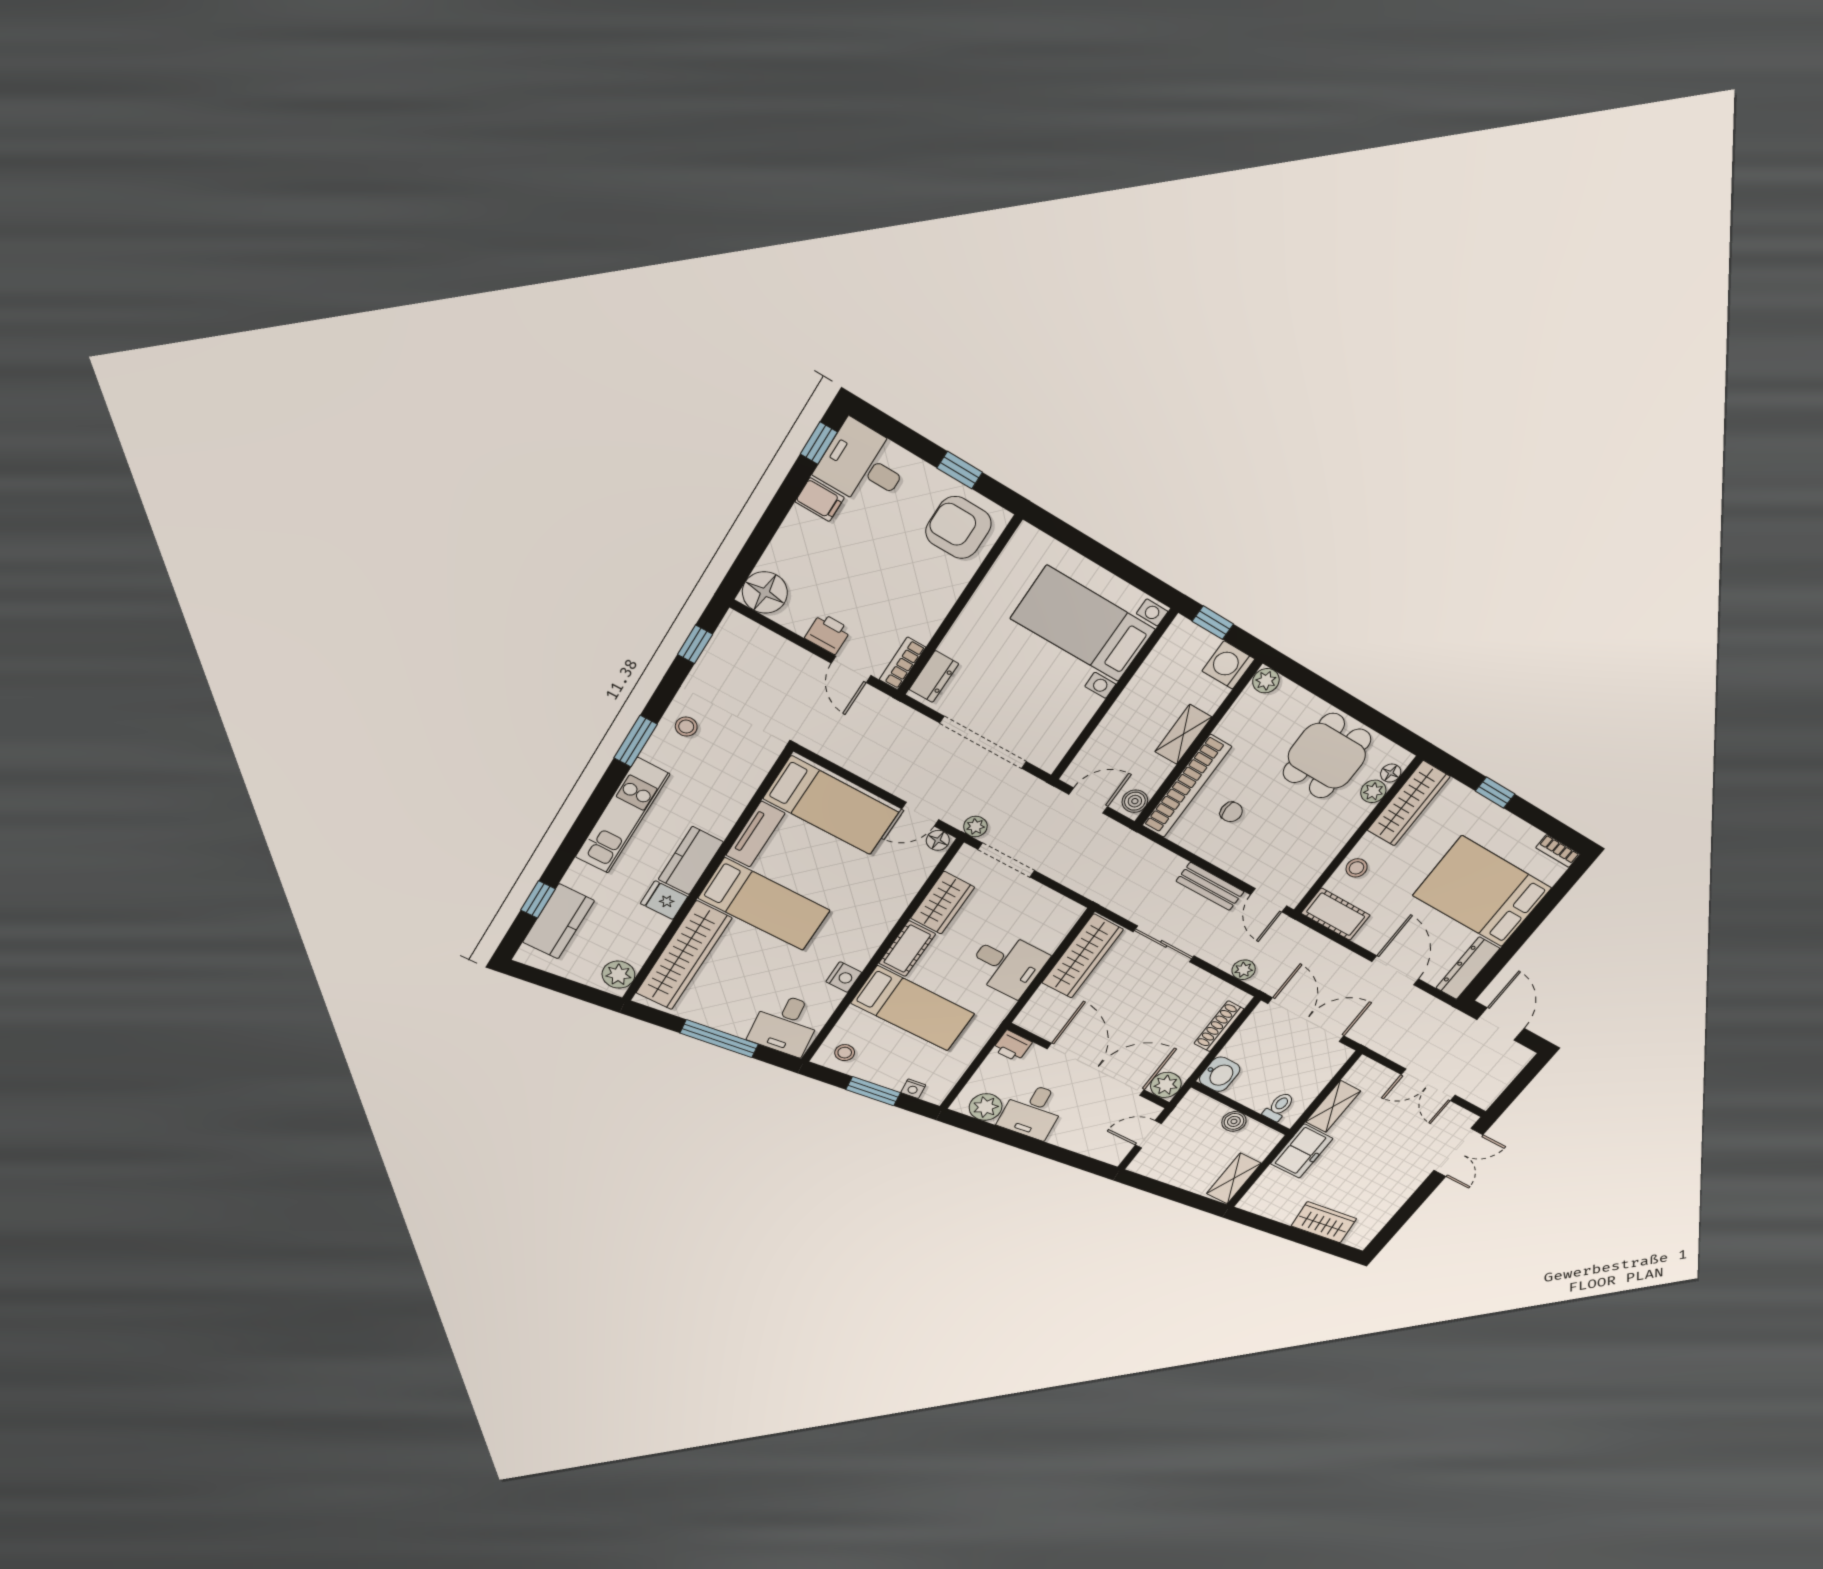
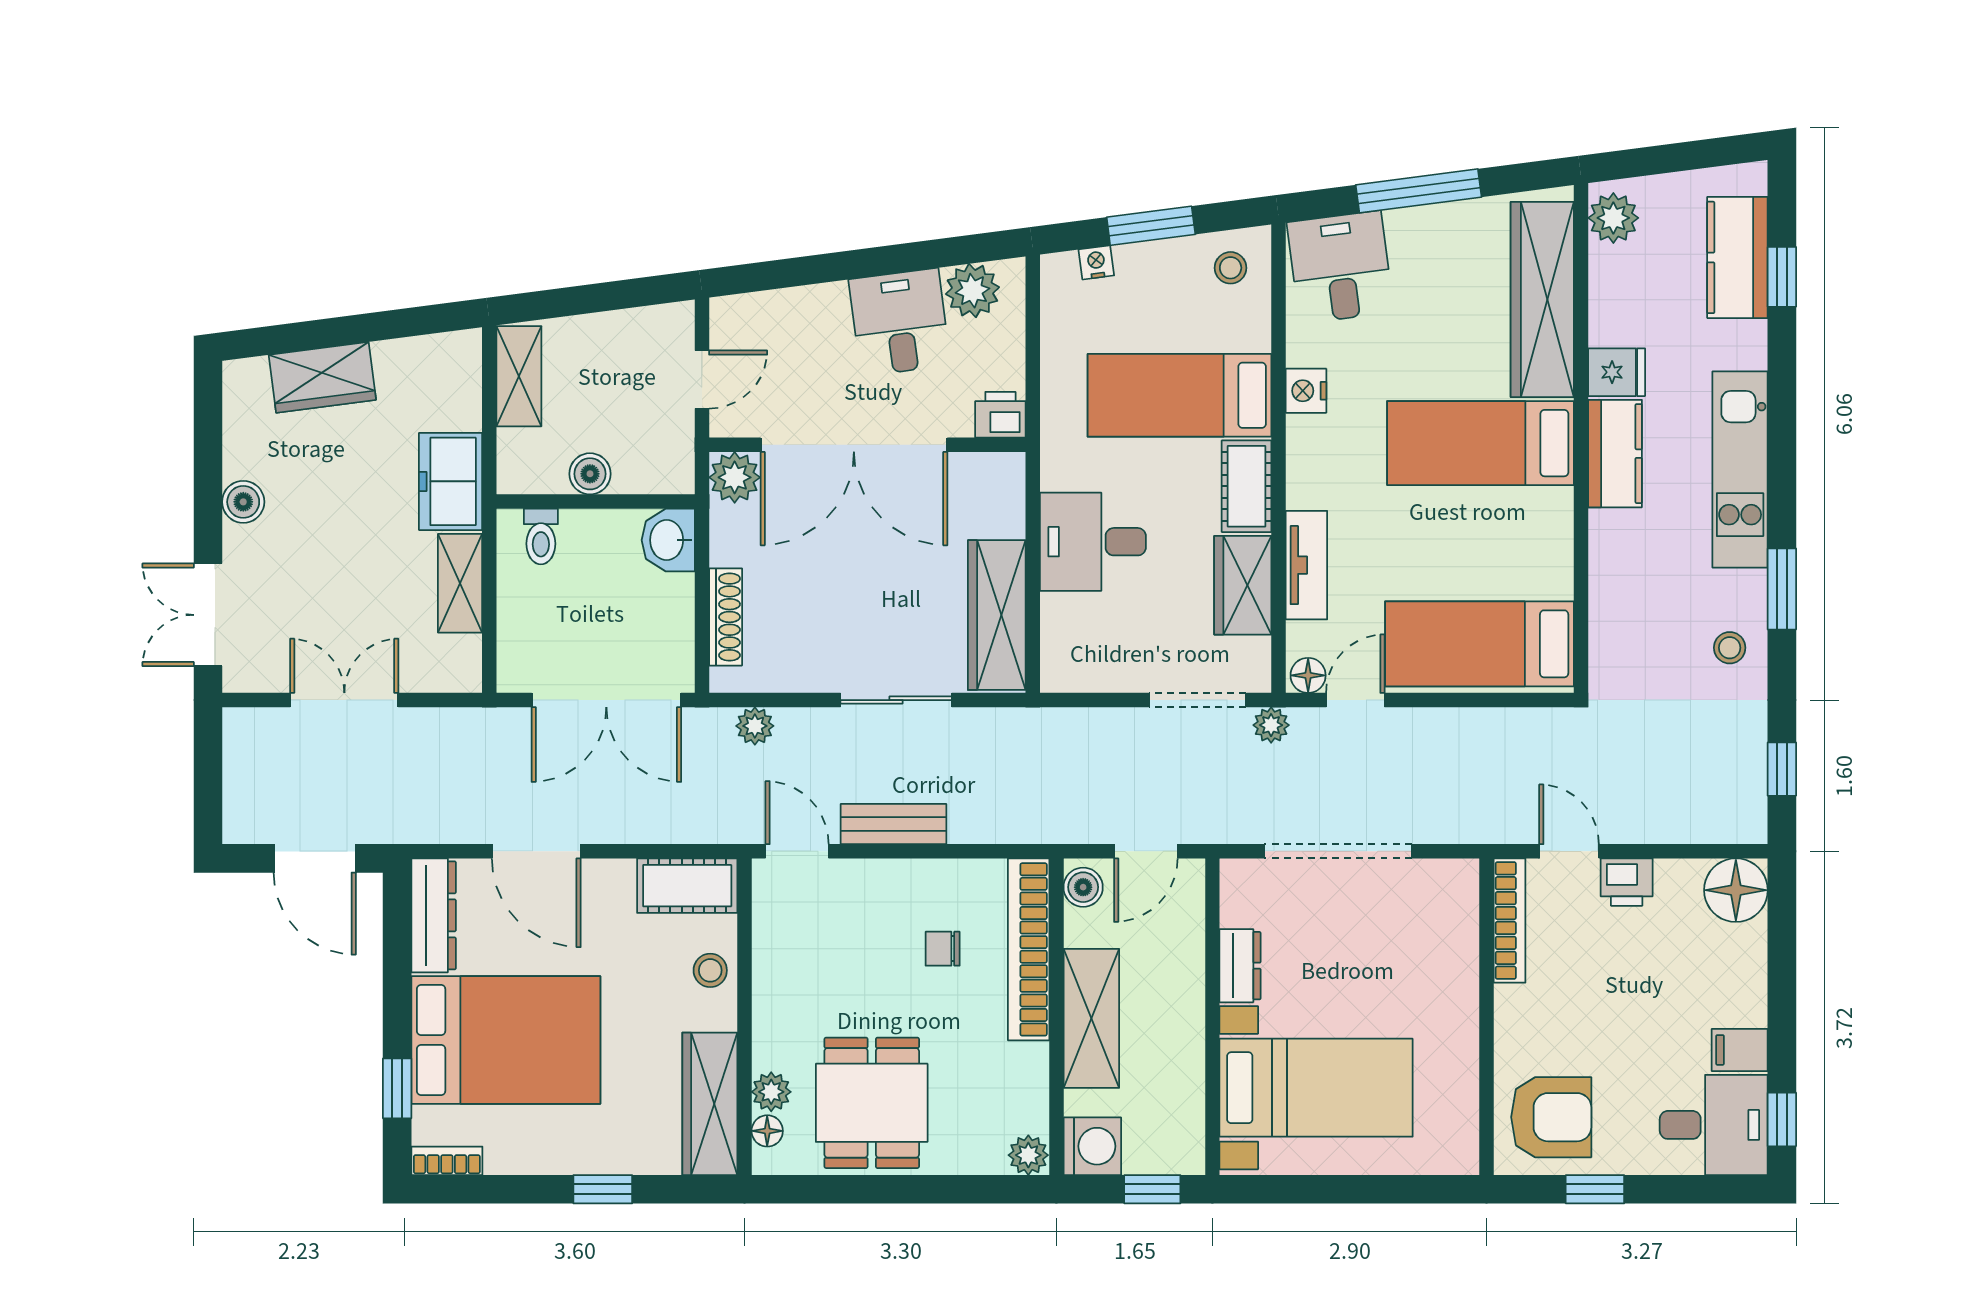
bookcase: (902, 663) -> (1510, 921), width x1.56
dresser: (934, 677) -> (1240, 966), moved, turned 180
shelving: (1183, 734) -> (1091, 1018), width x1.50, depth x1.33
tv unit: (755, 834) -> (1306, 565), moved, turned 180
window: (1552, 899) -> (397, 1088), added
boiler: (1402, 1190) -> (243, 502), added

